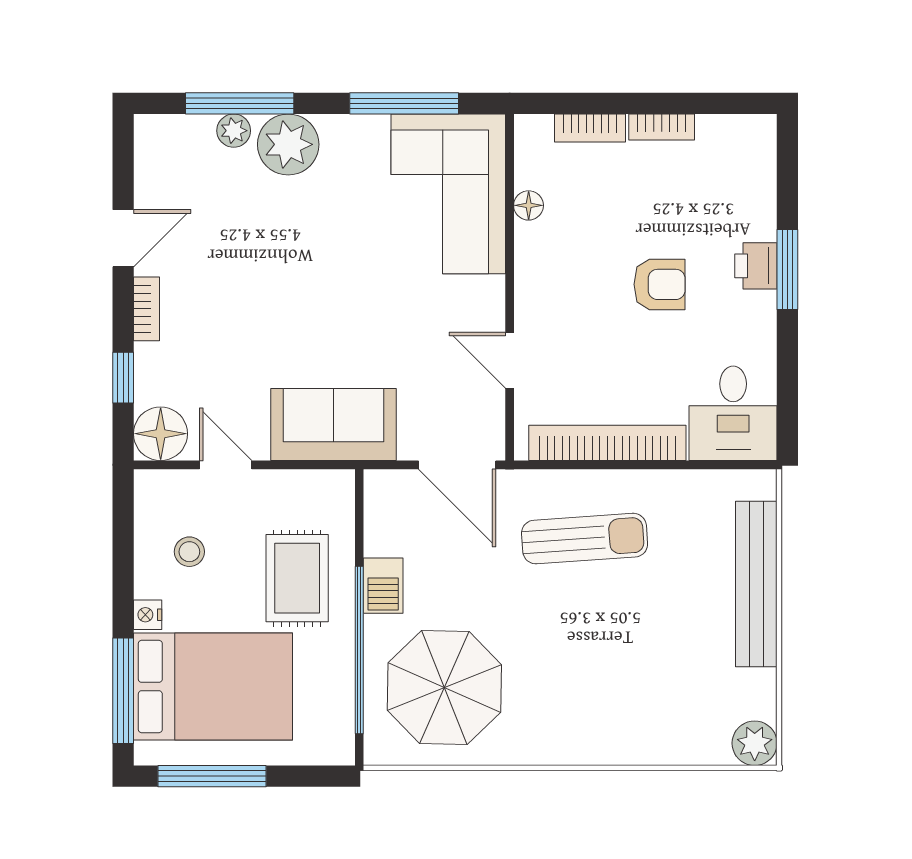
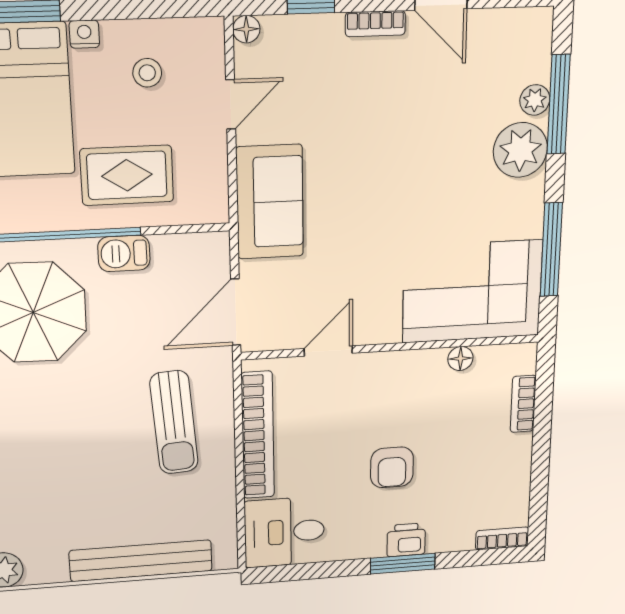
bookcase: (662, 127) -> (502, 538), moved, turned 90
floor lamp: (161, 434) -> (246, 29), width x0.53, depth x0.53

